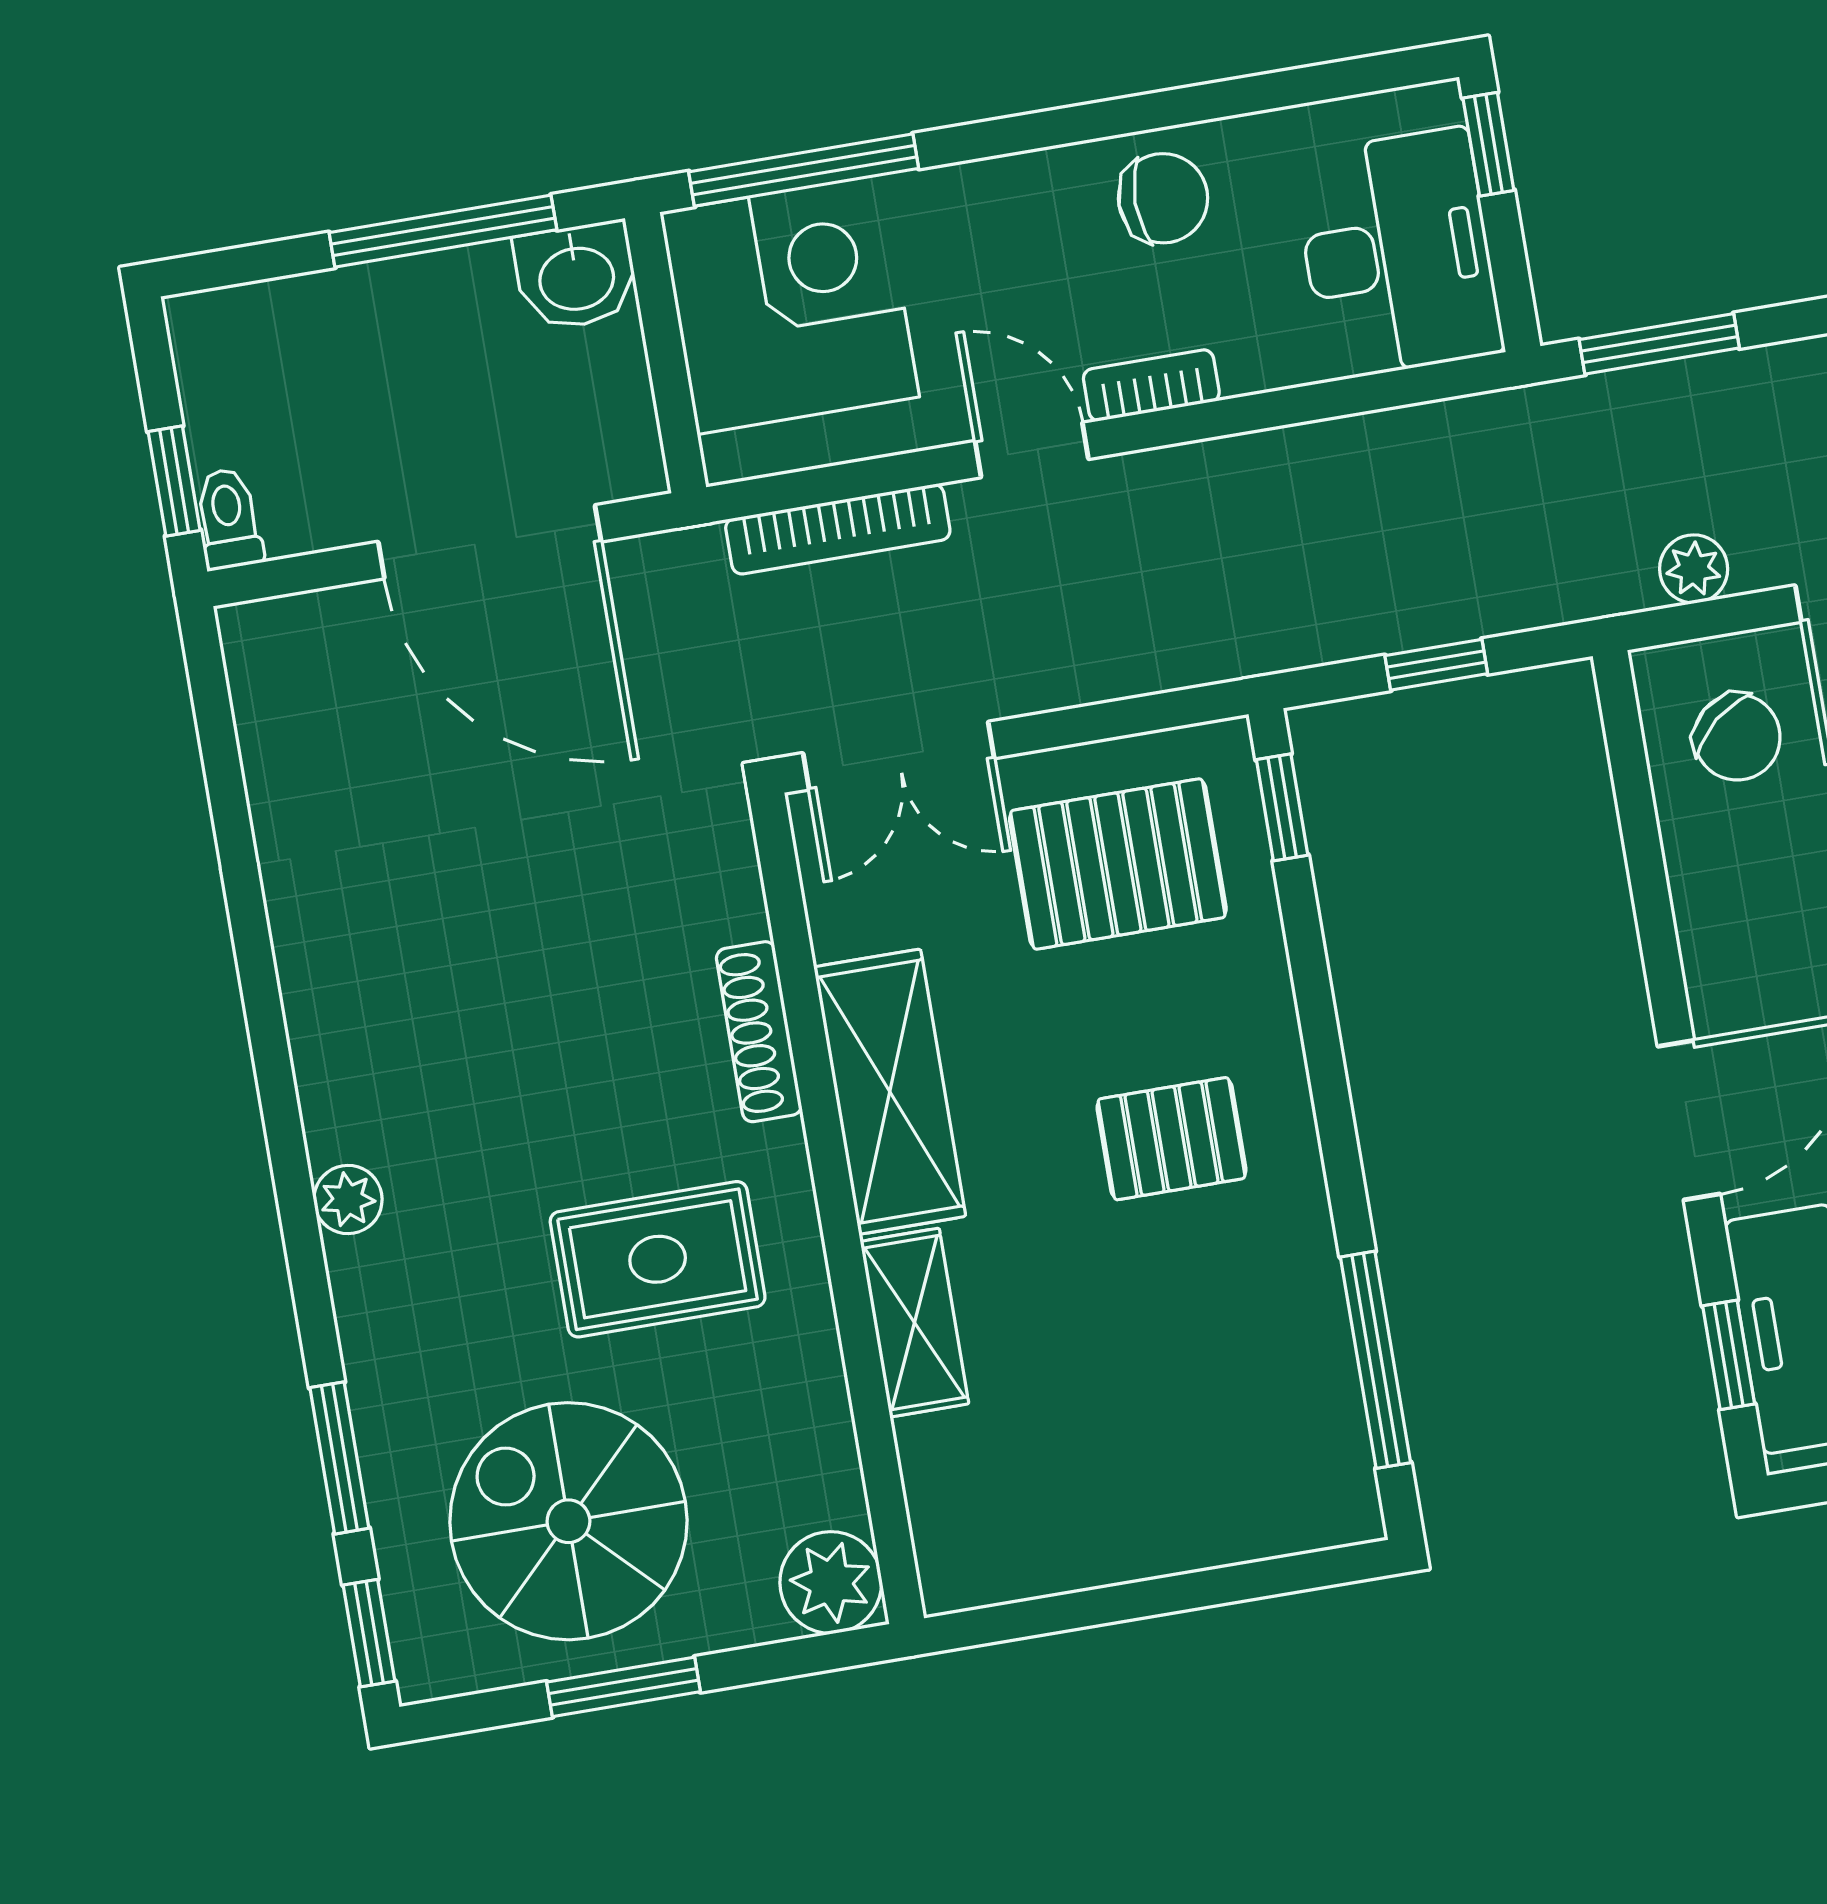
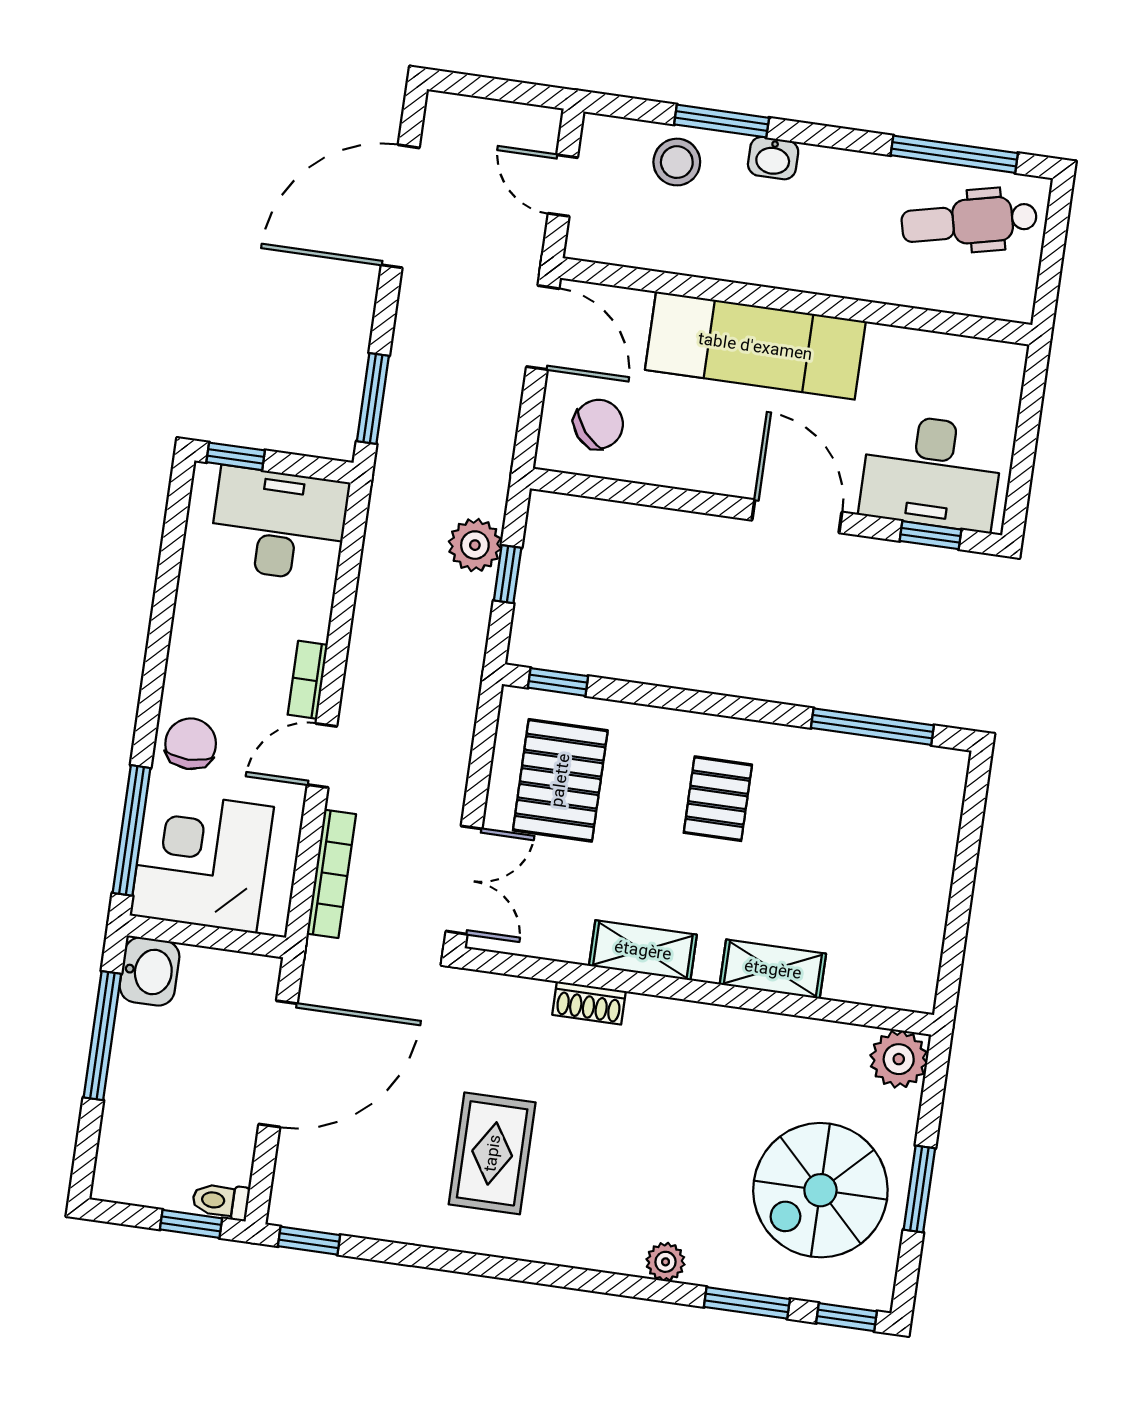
chair: (1163, 198) -> (191, 744), moved
plant: (1694, 569) -> (475, 545), moved, width x1.38, depth x1.38
window: (209, 688) -> (309, 1241), added
shoe rack: (759, 1032) -> (589, 1003), width x0.70
shelving: (890, 1092) -> (643, 950), width x0.67, depth x0.75
plant: (348, 1199) -> (665, 1262), moved
rug: (658, 1259) -> (492, 1153), moved

